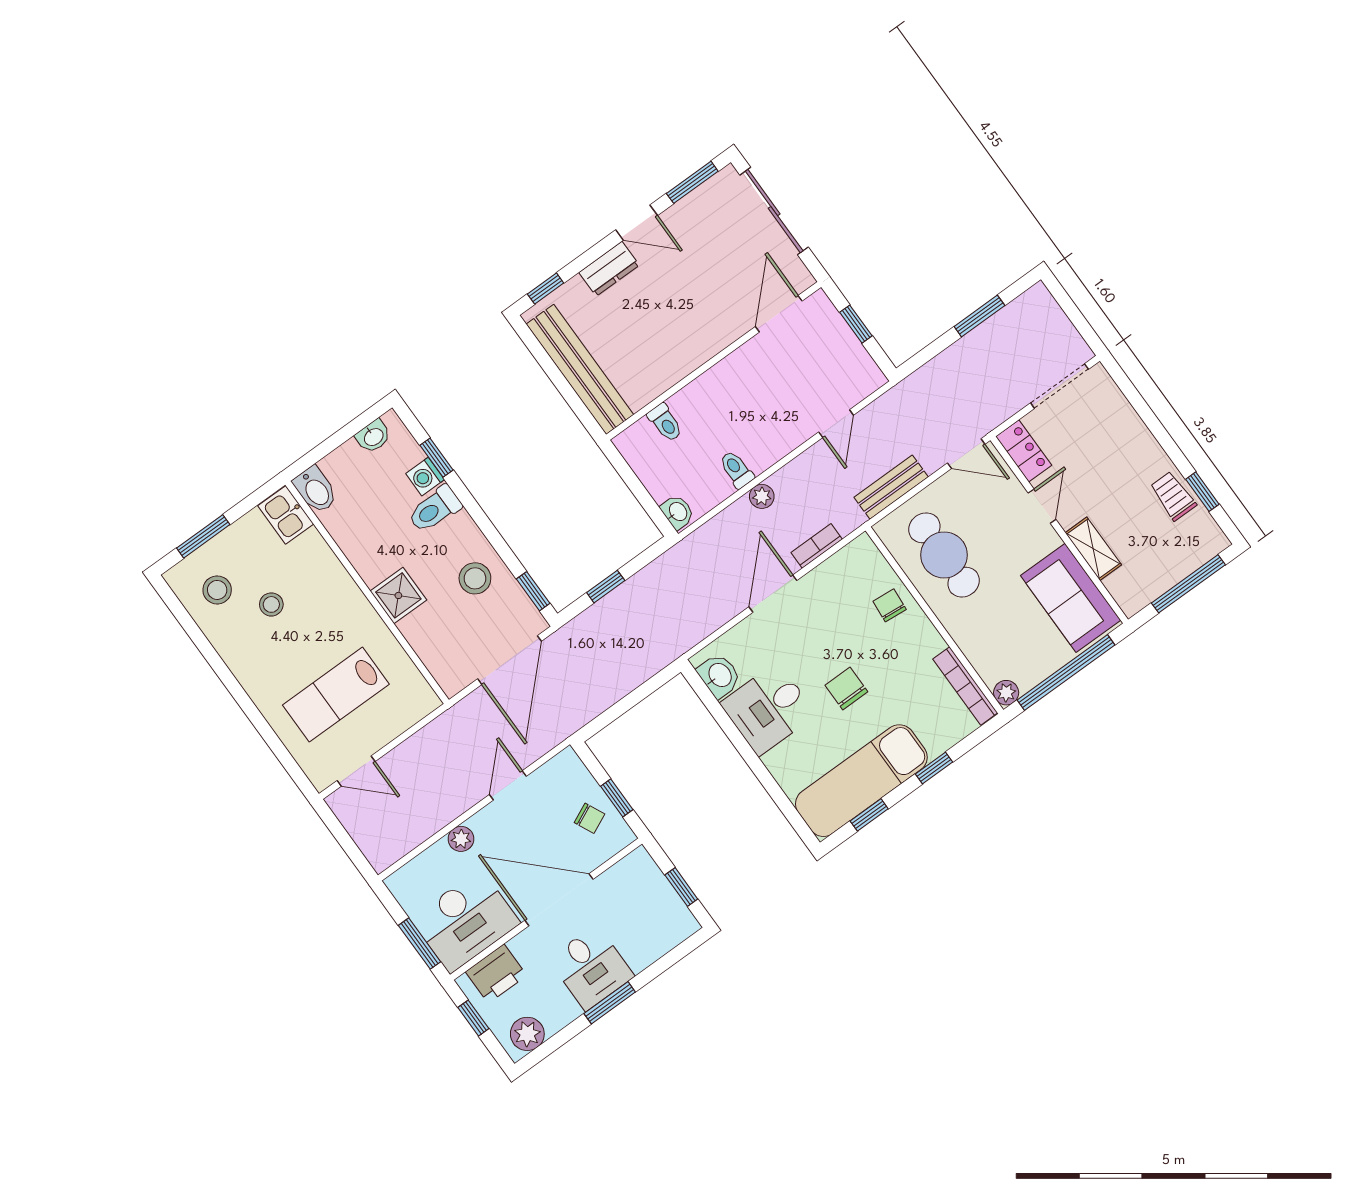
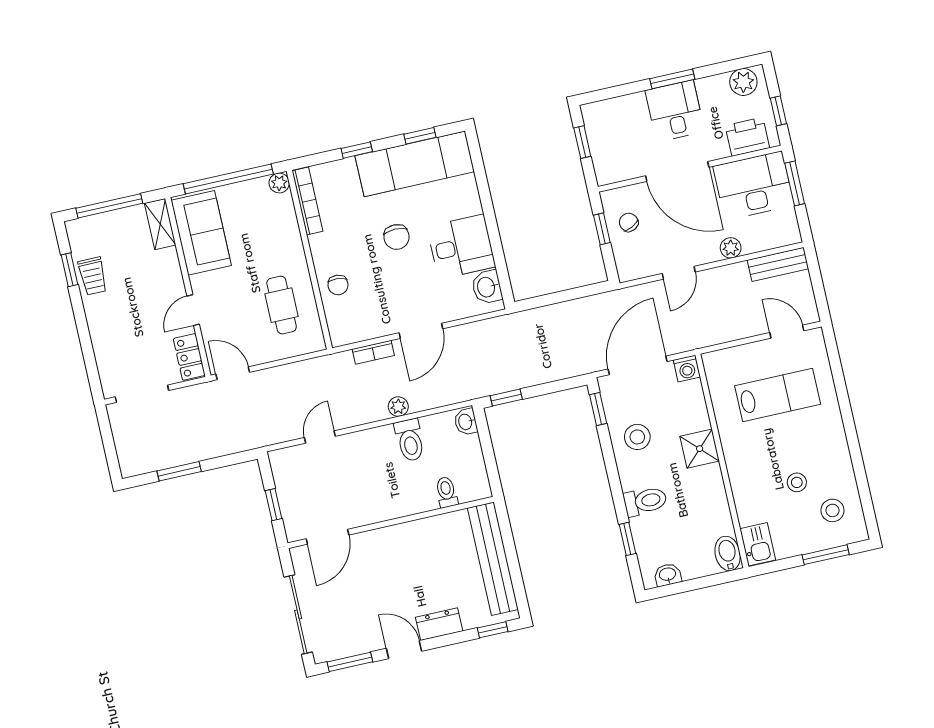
toilet: (736, 469) -> (410, 440), width x1.37, depth x1.39
washing machine: (425, 477) -> (687, 368), moved, turned 90
bench: (891, 487) -> (778, 264), moved
shelving: (1093, 549) -> (160, 224), moved
cafe table: (944, 555) -> (282, 305), width x0.73, depth x0.74
window: (606, 587) -> (506, 398), moved

